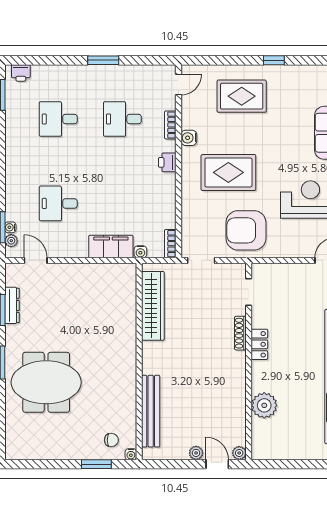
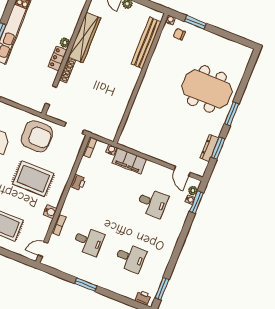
printer: (167, 162) -> (78, 182), moved
wardrobe: (153, 306) -> (84, 37), moved, turned 180
plant: (264, 405) -> (65, 43), moved, width x0.53, depth x0.53

